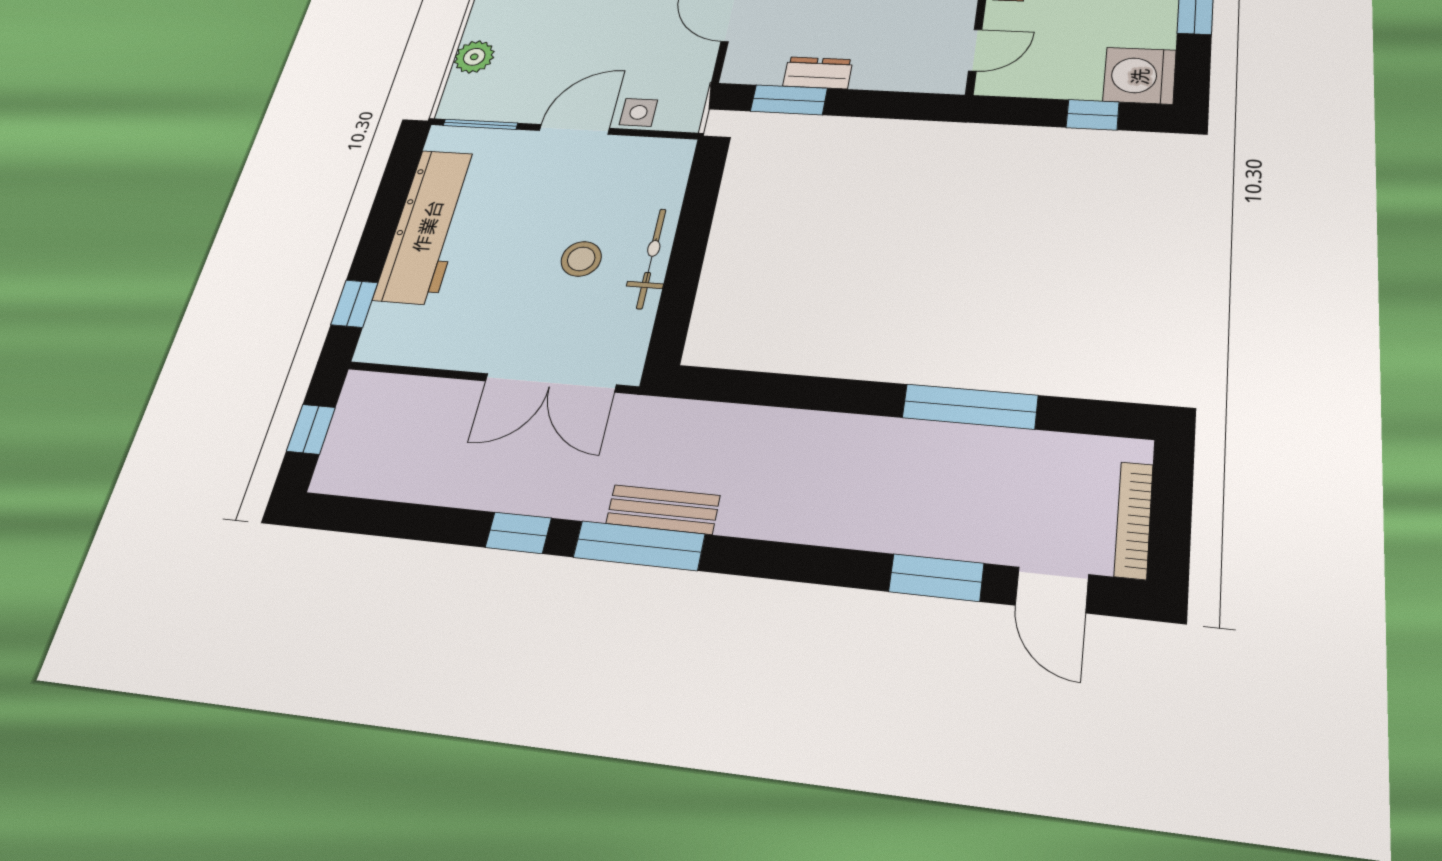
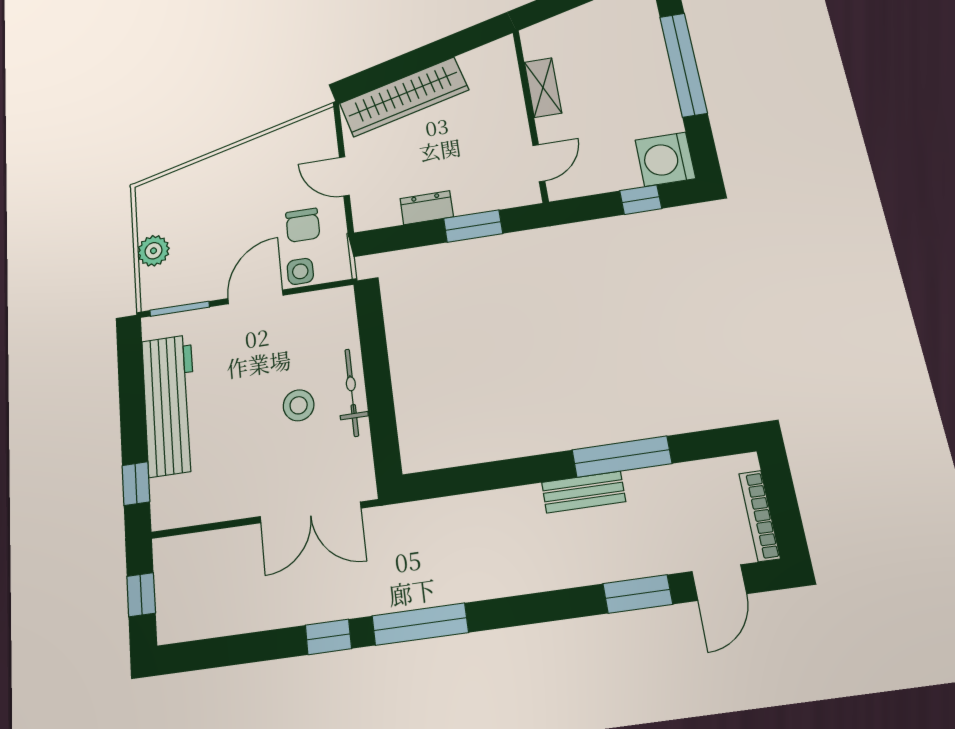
chair: (660, 63) -> (303, 225), added
window: (789, 100) -> (473, 226), moved
bench: (663, 509) -> (584, 492), moved
door: (1052, 590) -> (719, 583), hinge flipped

